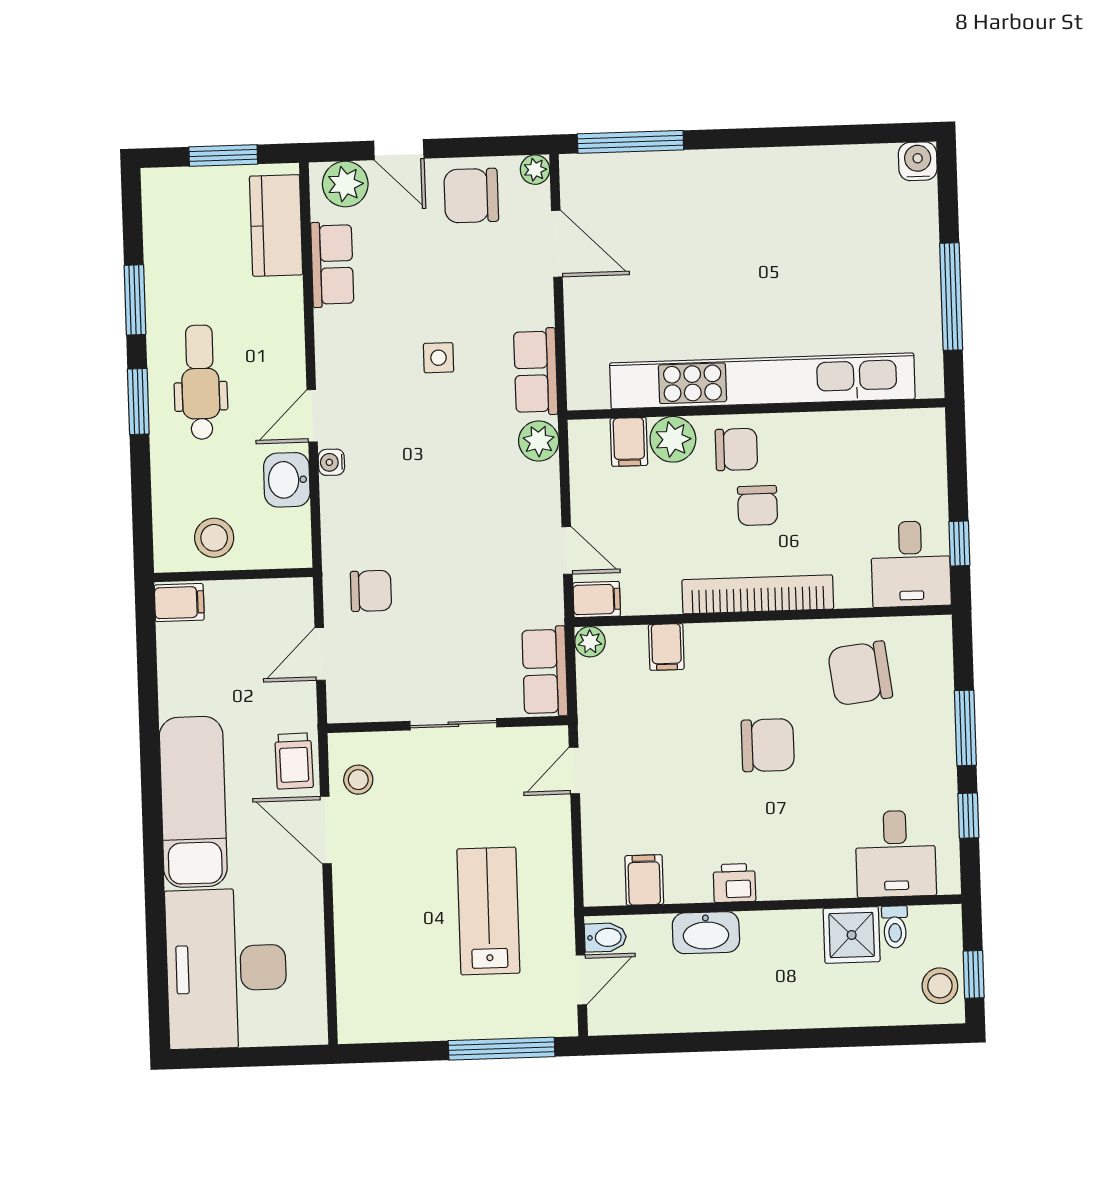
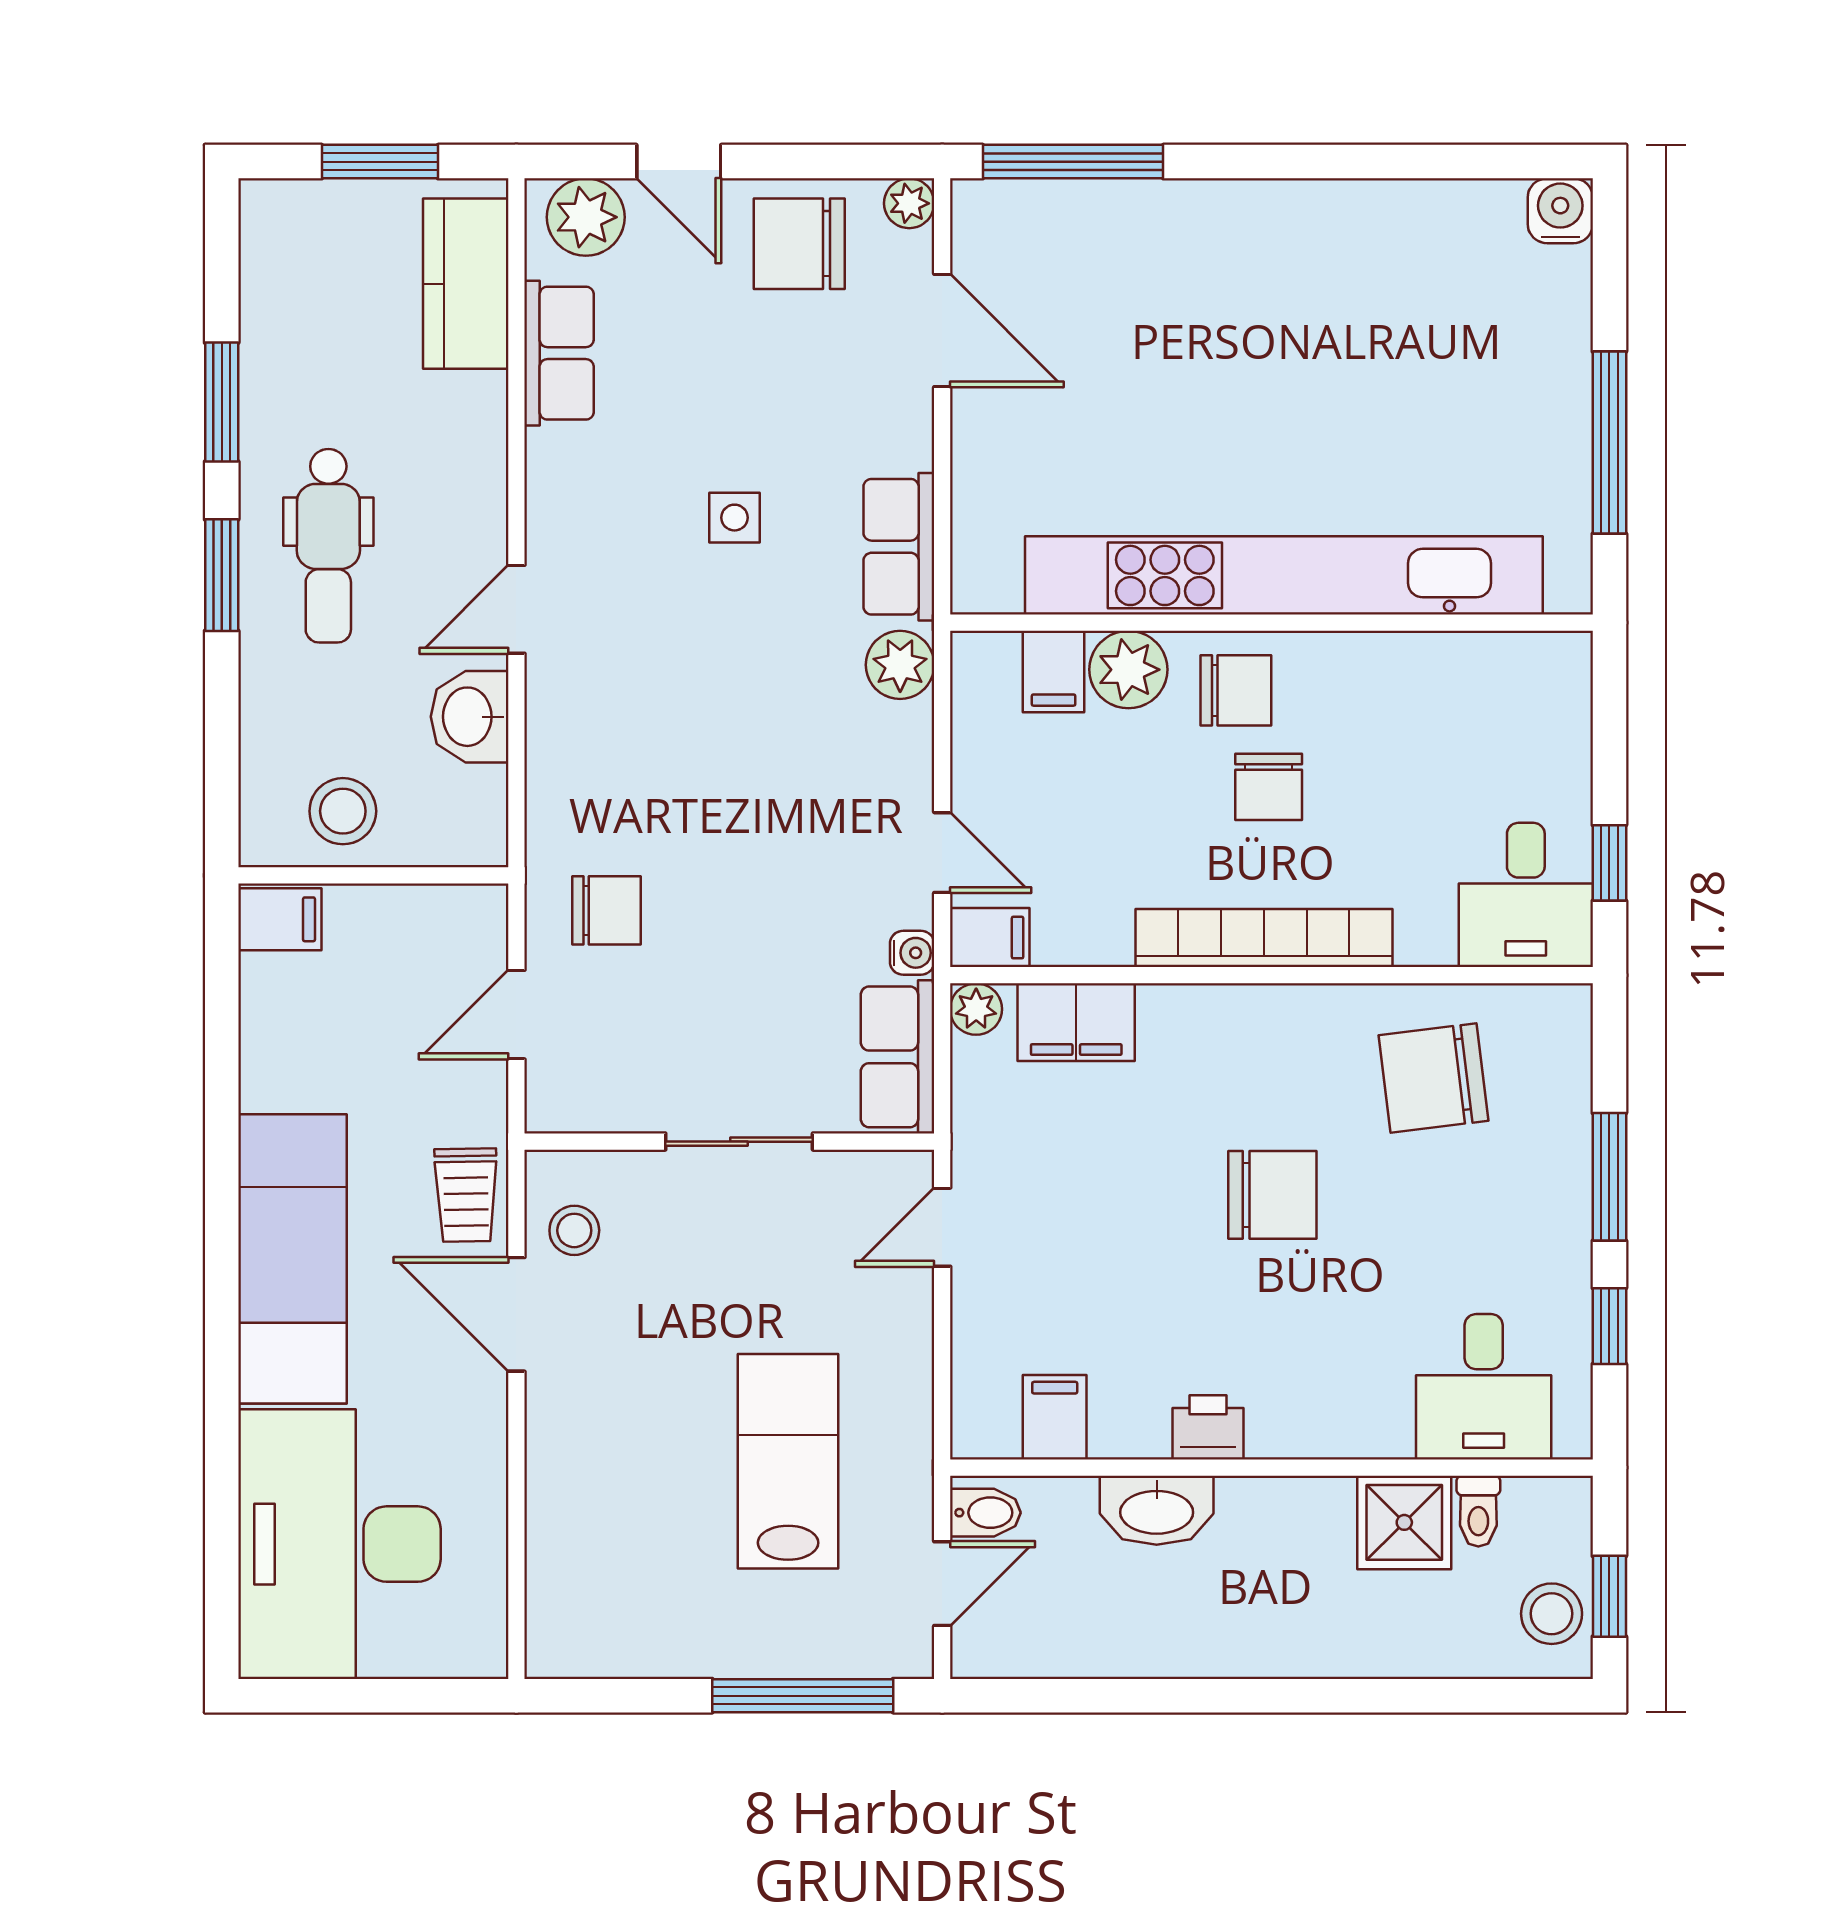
dental chair: (200, 382) -> (328, 546), turned 180
water cooler: (331, 462) -> (912, 953), moved, turned 180
filing cabinet: (666, 647) -> (1076, 1022), width x2.00

